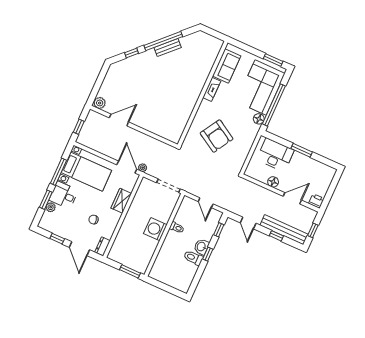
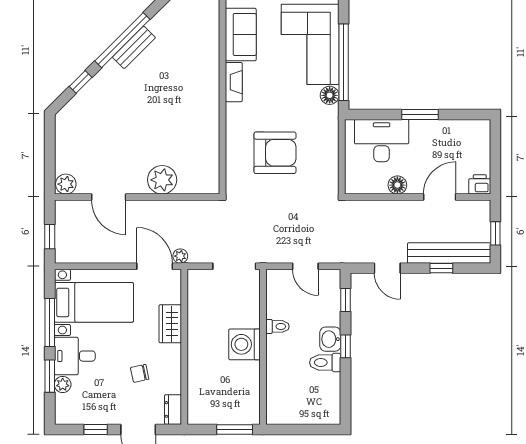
door: (119, 120) -> (109, 197), swing flipped
plant: (151, 124) -> (162, 180), added
armchair: (217, 136) -> (275, 153), turned -31

